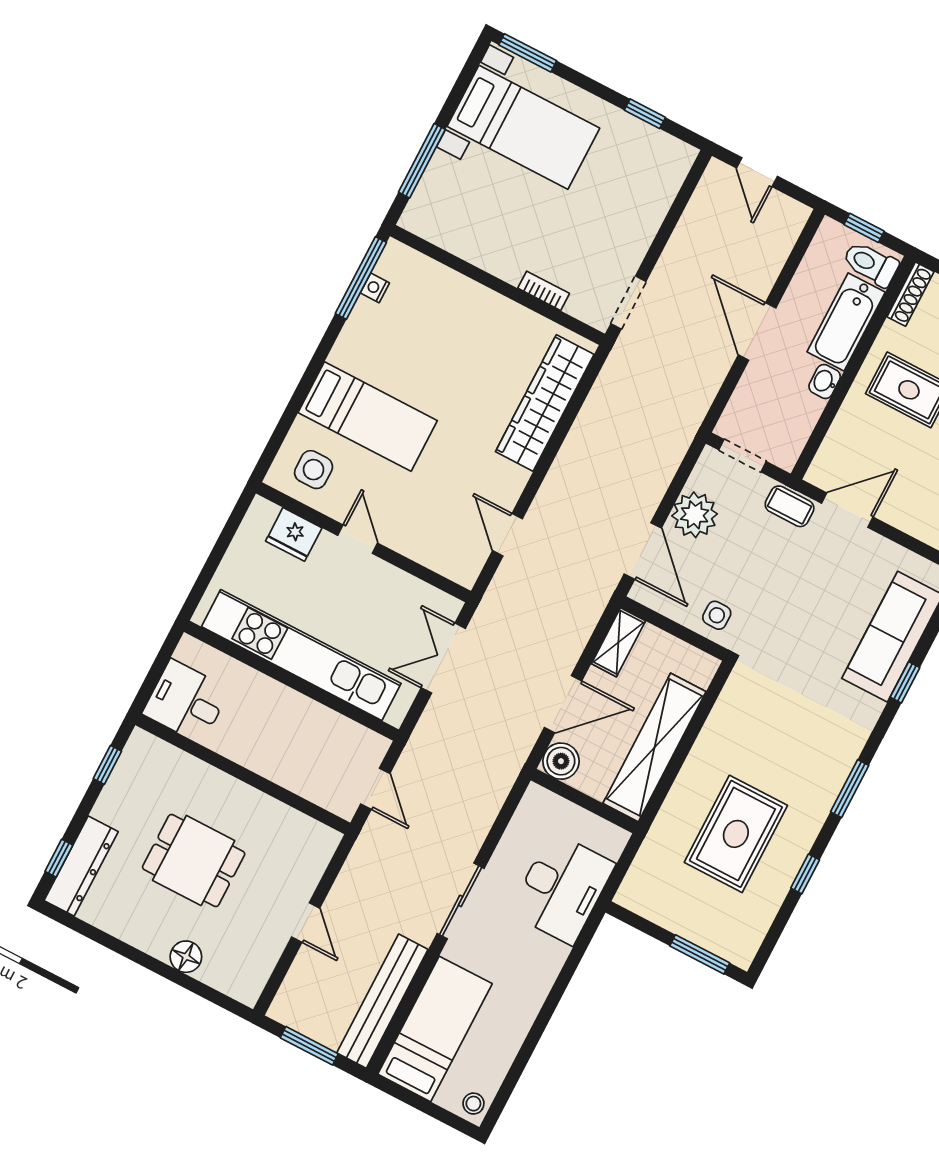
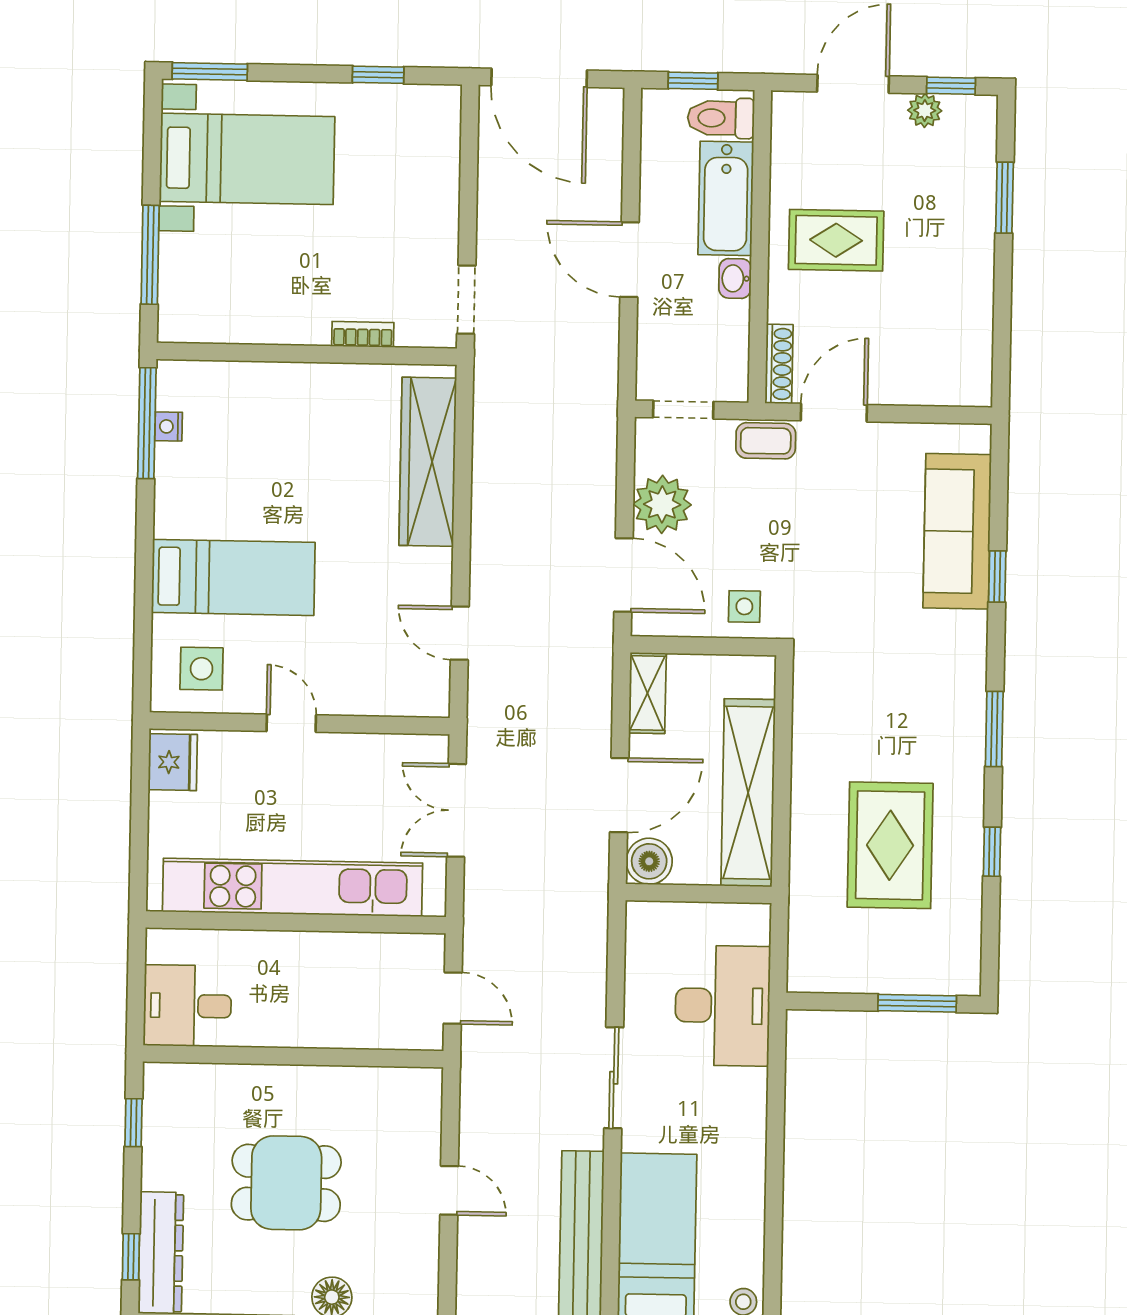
door: (757, 172) -> (539, 78), width x1.88
shoe rack: (910, 294) -> (779, 364), moved
fridge: (294, 534) -> (173, 762), moved, turned -90

